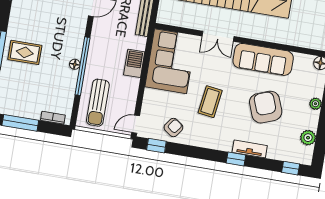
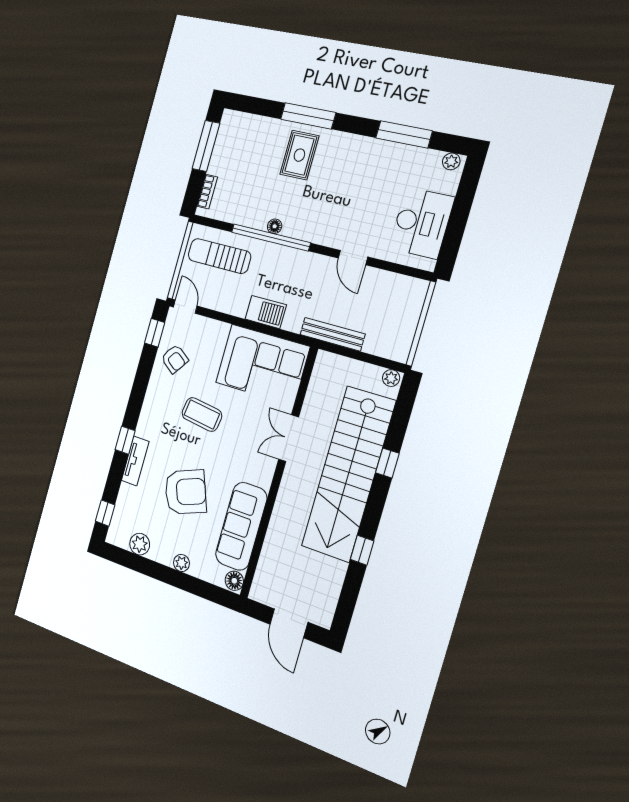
sofa: (263, 59) -> (241, 526), moved

